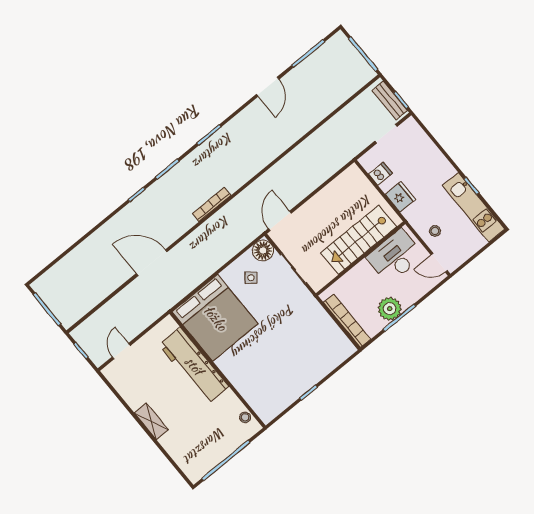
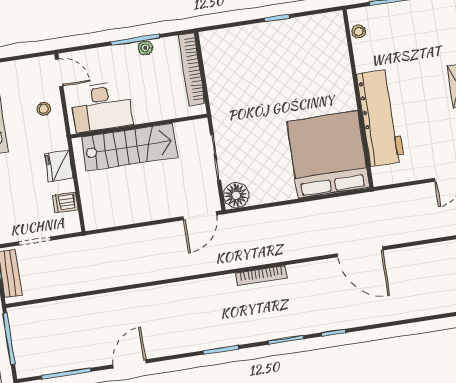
side table: (251, 278) -> (266, 174), removed
plant: (390, 309) -> (145, 48), width x0.53, depth x0.53

